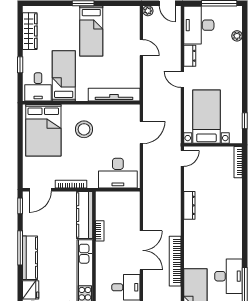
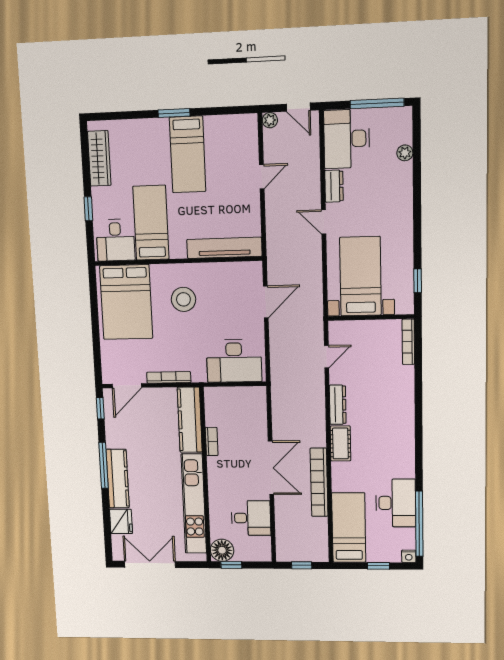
door: (141, 48) -> (262, 177), hinge flipped
door: (182, 158) -> (327, 357), moved
cot: (191, 233) -> (340, 443), added

